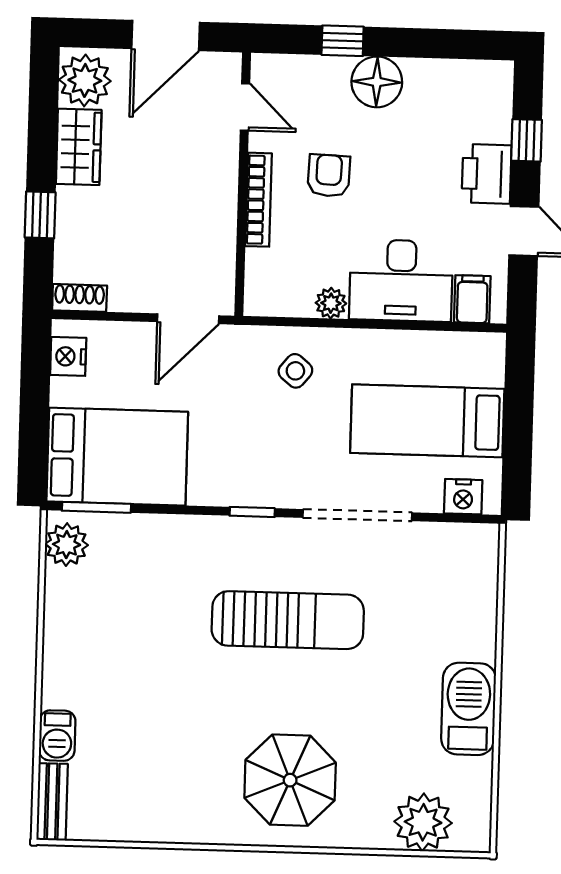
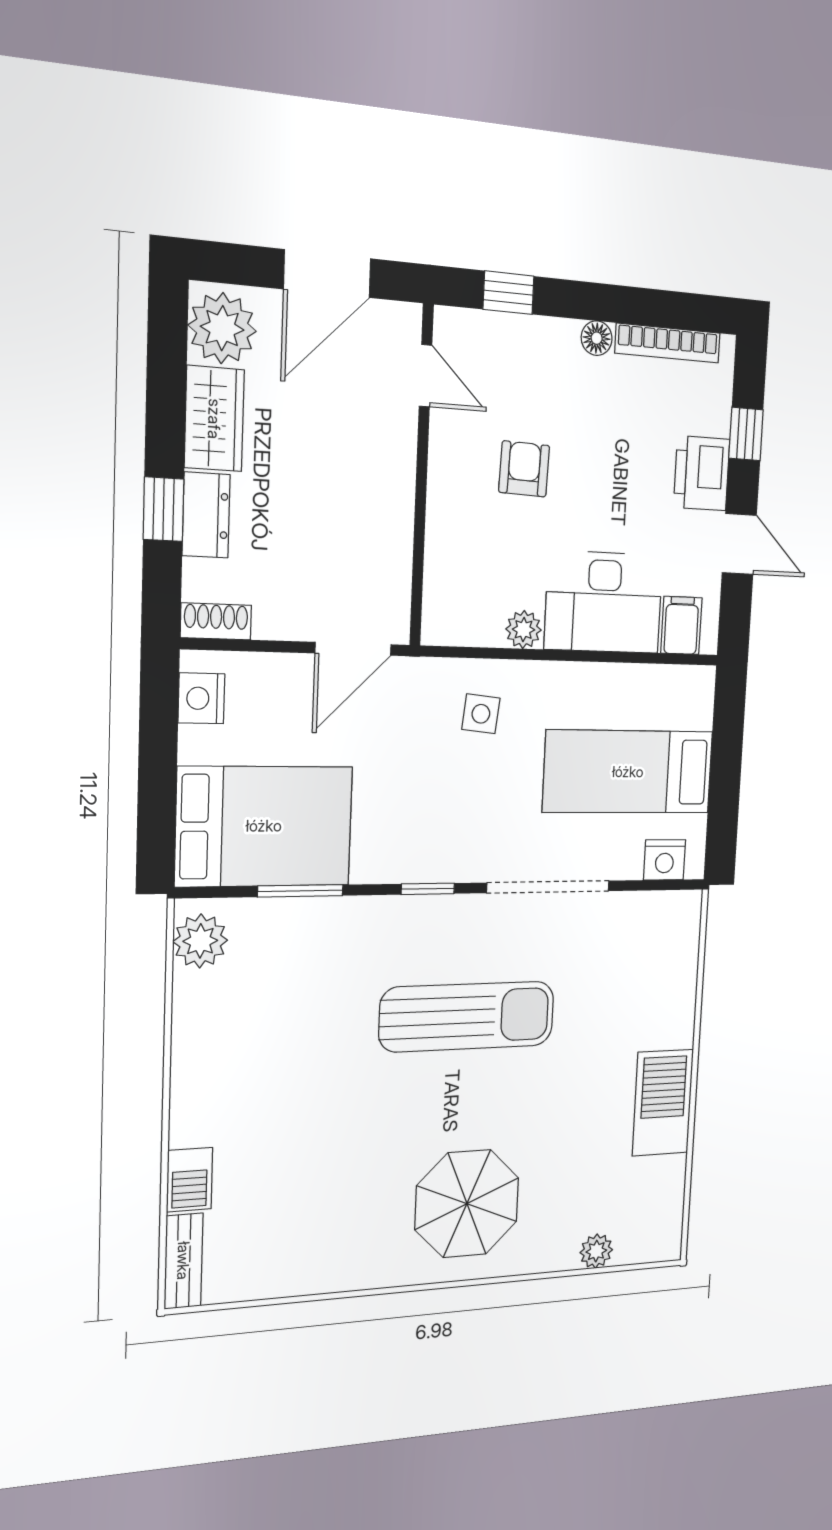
window: (343, 41) -> (508, 293), moved
floor lamp: (377, 82) -> (597, 338), width x0.53, depth x0.53
bookcase: (259, 200) -> (668, 343), moved, turned 90
dresser: (72, 218) -> (206, 515), added
side table: (295, 371) -> (481, 714), turned -34
window: (96, 507) -> (300, 891), moved
plant: (423, 822) -> (596, 1251), width x0.53, depth x0.53

